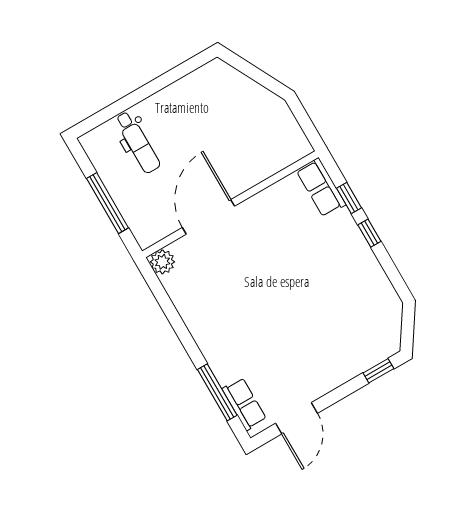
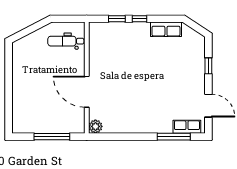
dental chair: (138, 142) -> (66, 41), moved, turned 180
row of seats: (321, 188) -> (166, 29), moved
window: (378, 371) -> (208, 66), moved

